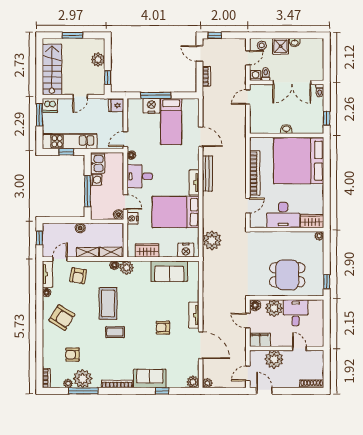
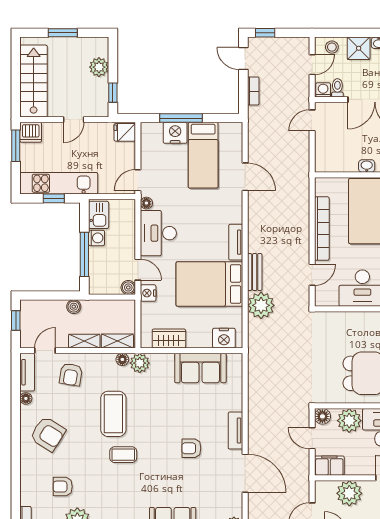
bench: (207, 174) -> (255, 272), moved, width x0.73
desk: (140, 176) -> (158, 233), width x1.37
plant: (212, 240) -> (261, 305), moved

